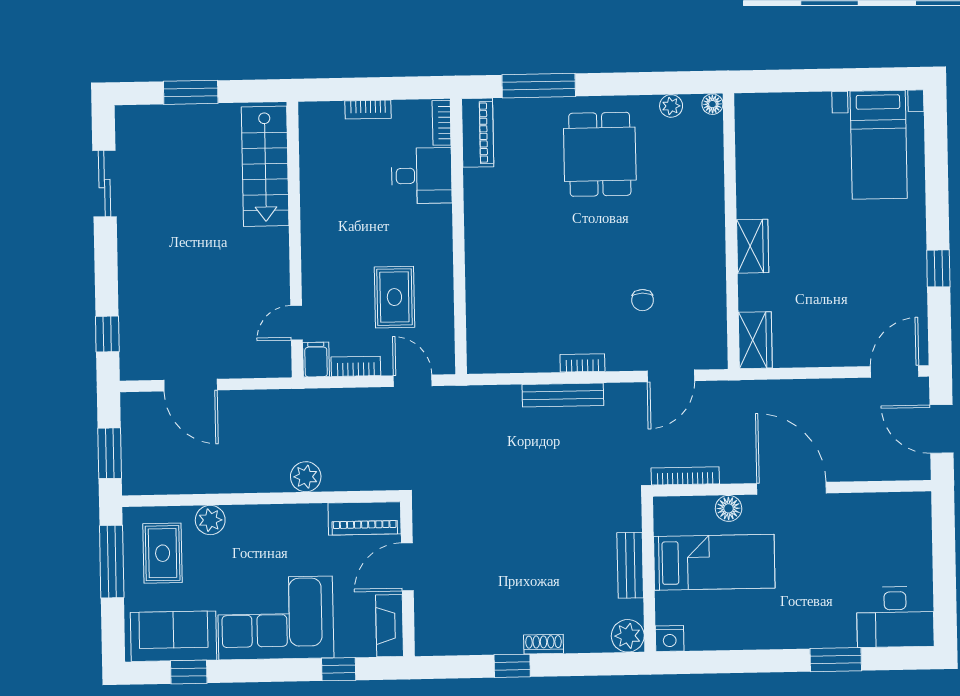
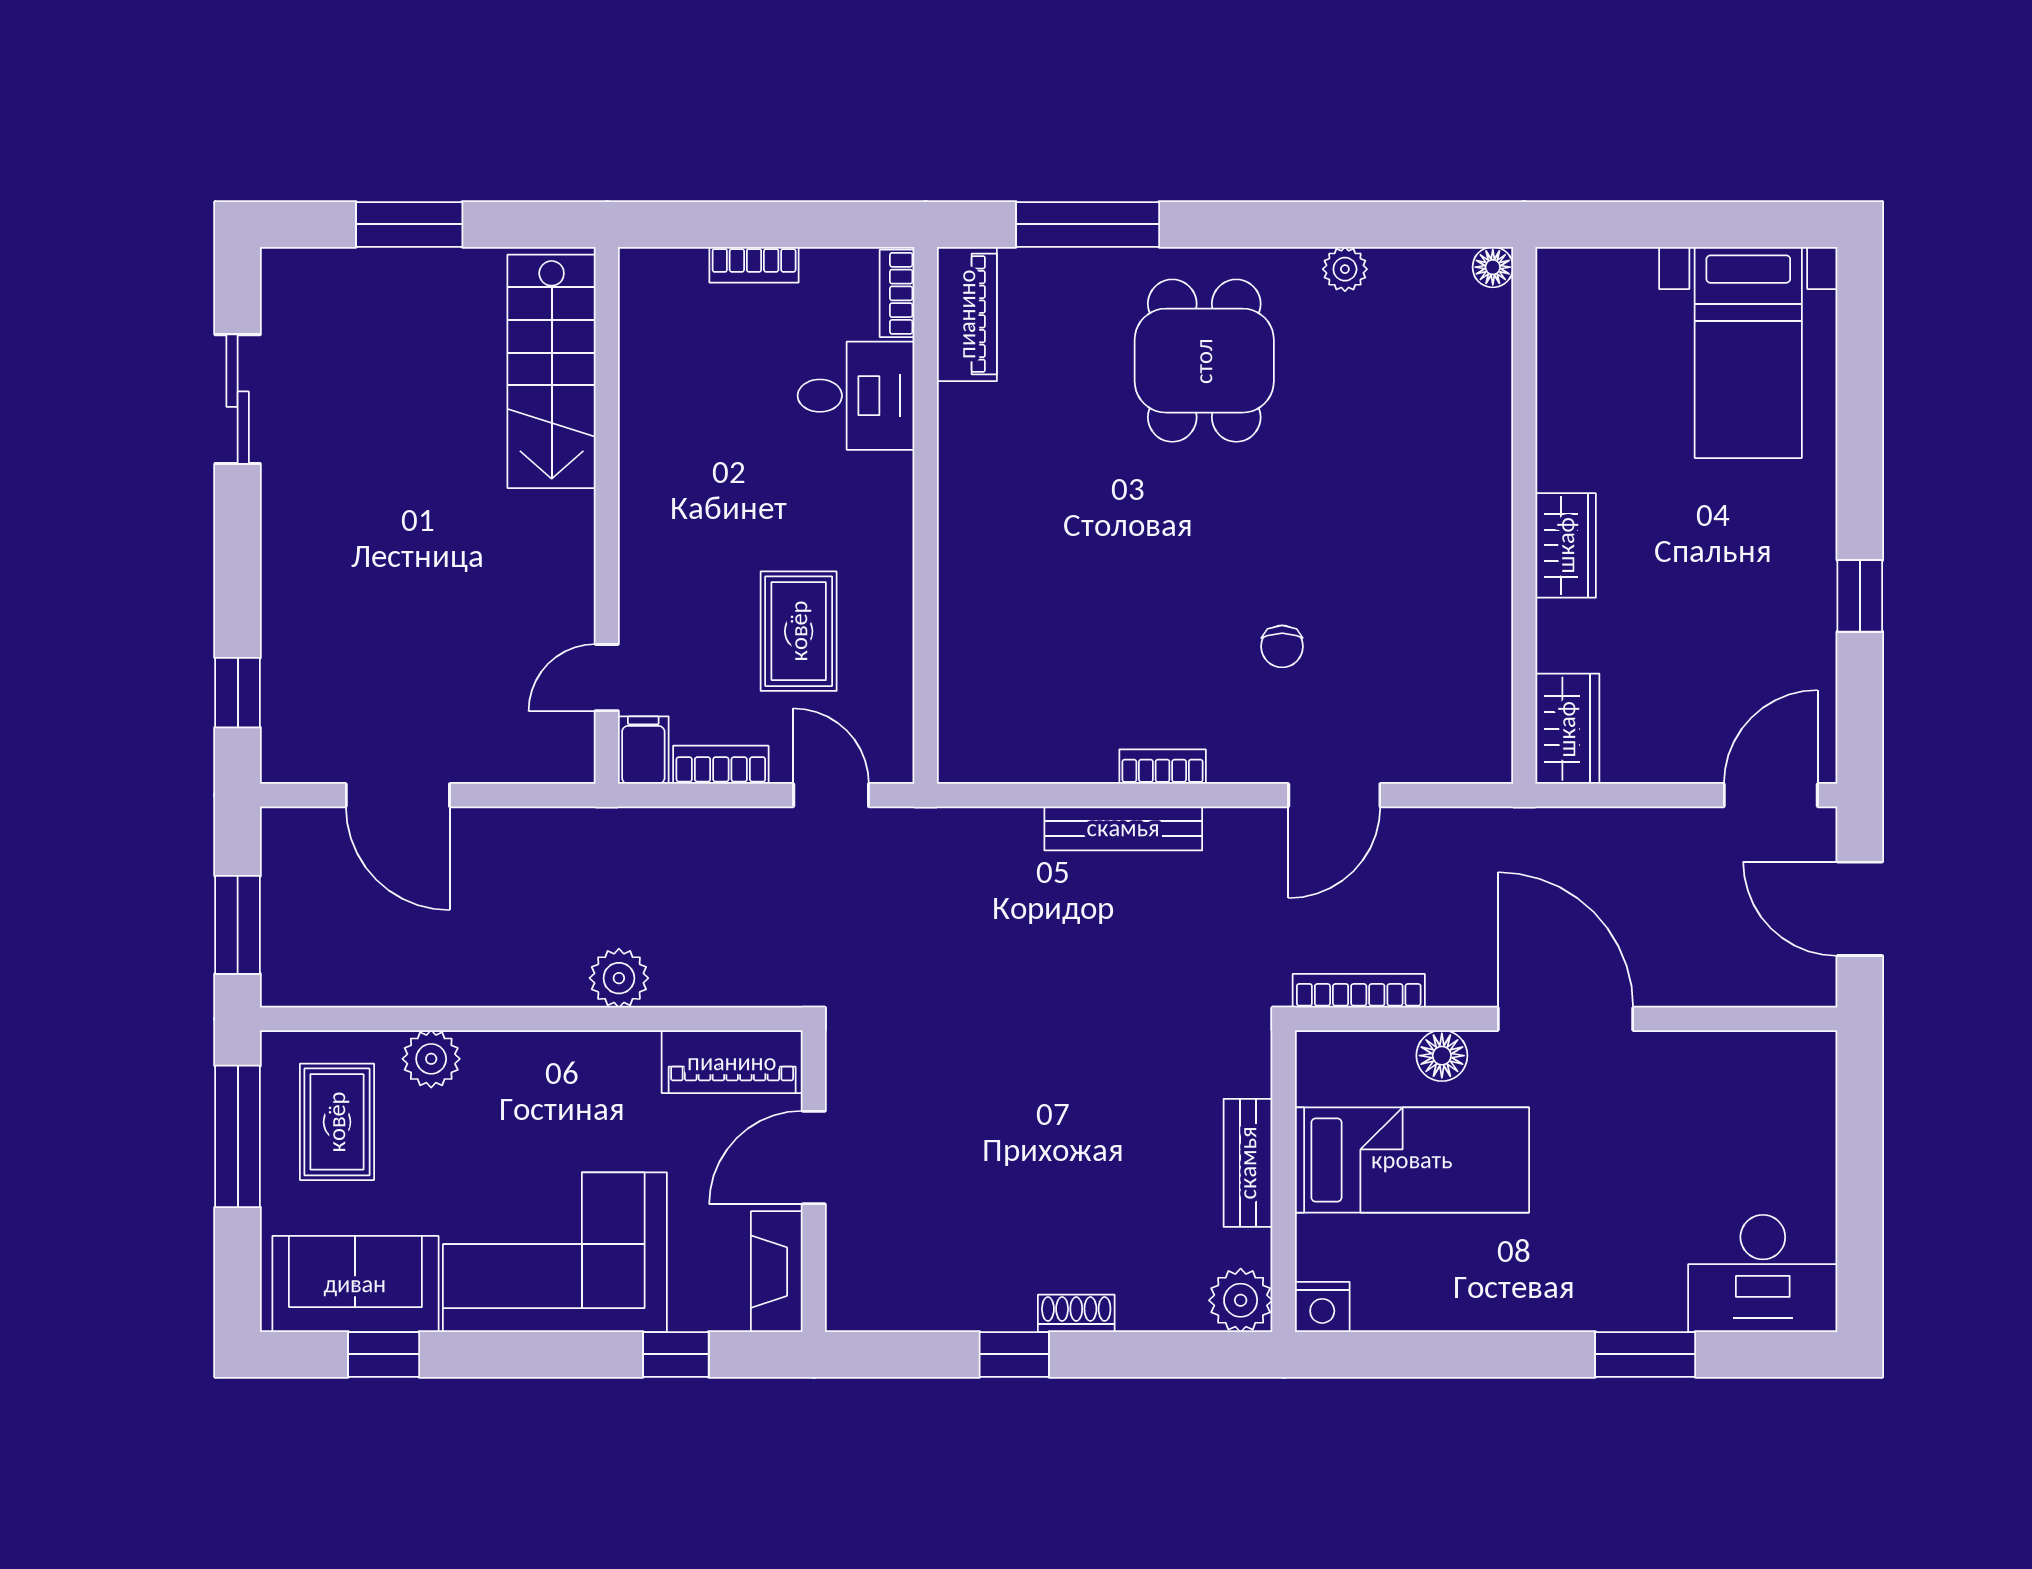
floor lamp: (712, 104) -> (1493, 267), moved
wall: (731, 231) -> (1524, 515), moved
wardrobe: (753, 246) -> (1566, 545), moved
wardrobe: (755, 340) -> (1567, 729), moved

